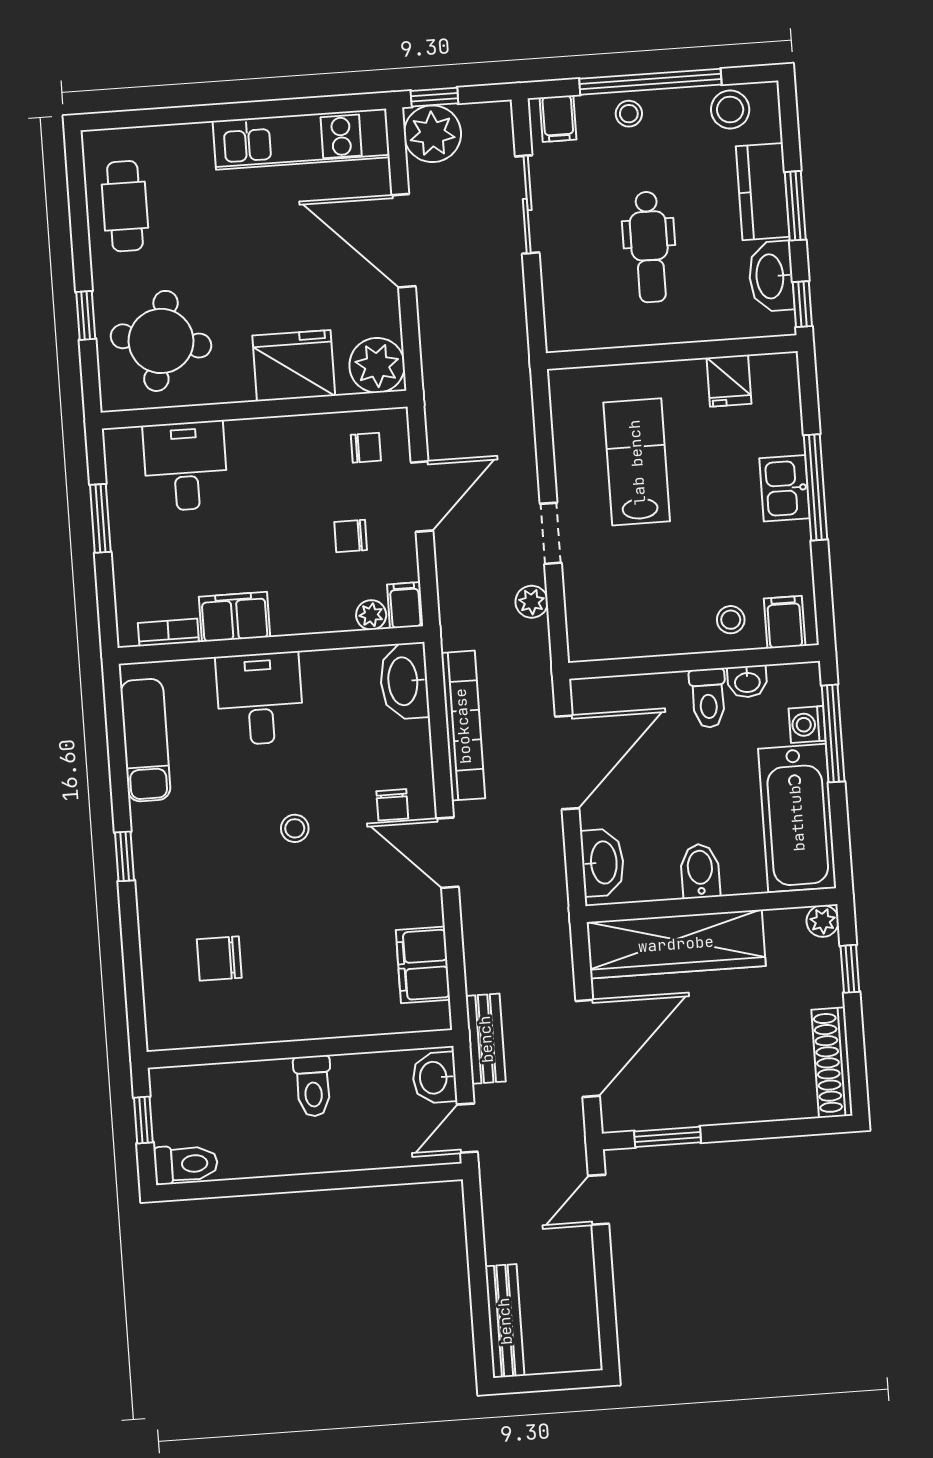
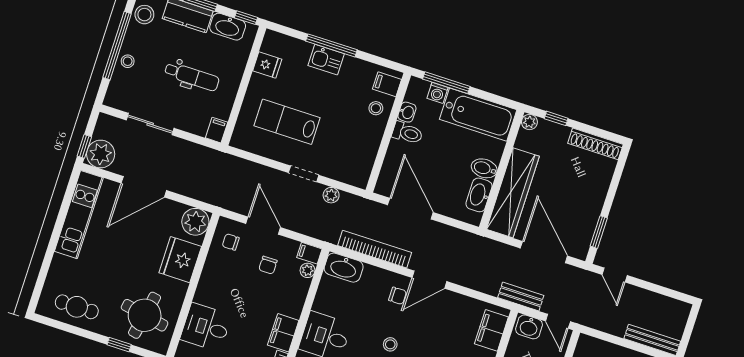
filing cabinet: (558, 119) -> (217, 130), moved, turned -90
chair: (366, 448) -> (231, 242), turned -90
washbasin: (603, 863) -> (479, 195), moved, turned -90
filing cabinet: (423, 965) -> (491, 330), moved, turned 90

